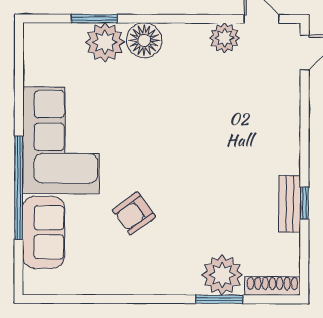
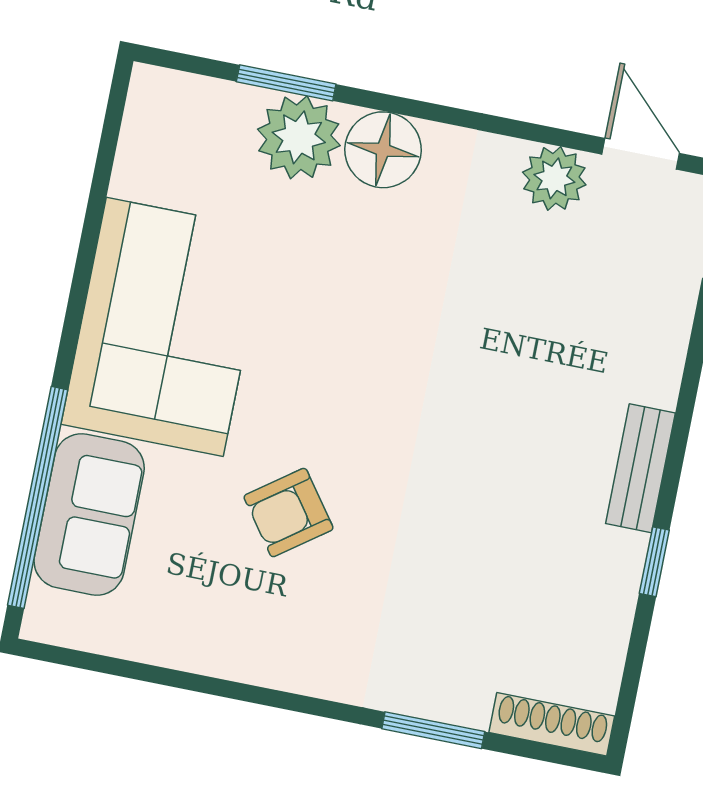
window: (19, 188) -> (38, 497), moved
bench: (290, 204) -> (640, 468), moved
plant: (222, 275) -> (450, 680), removed

